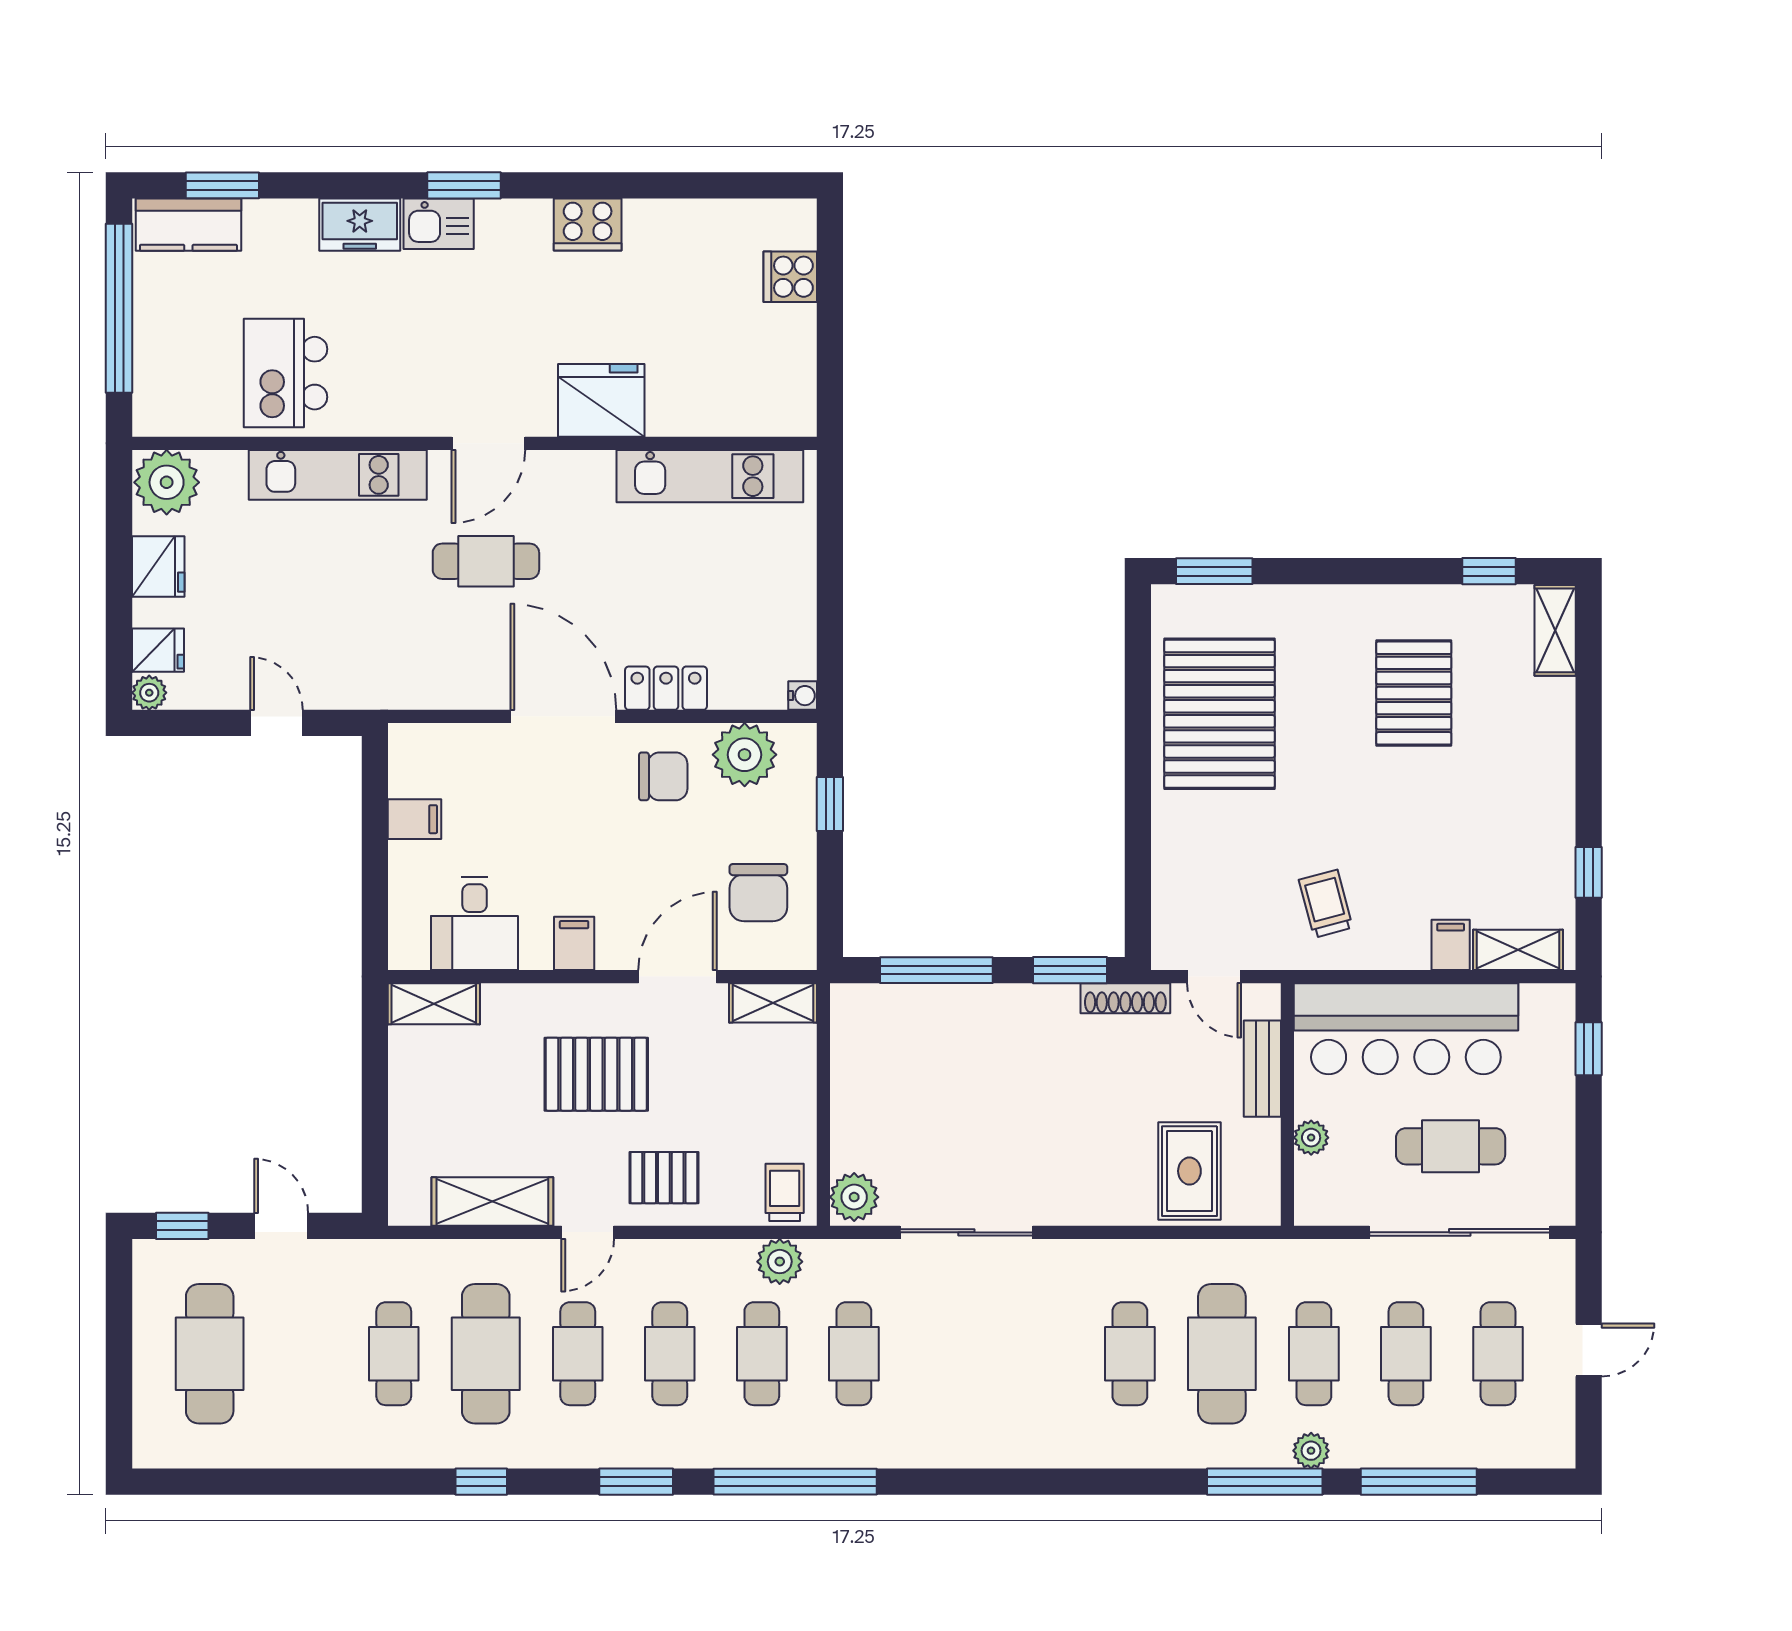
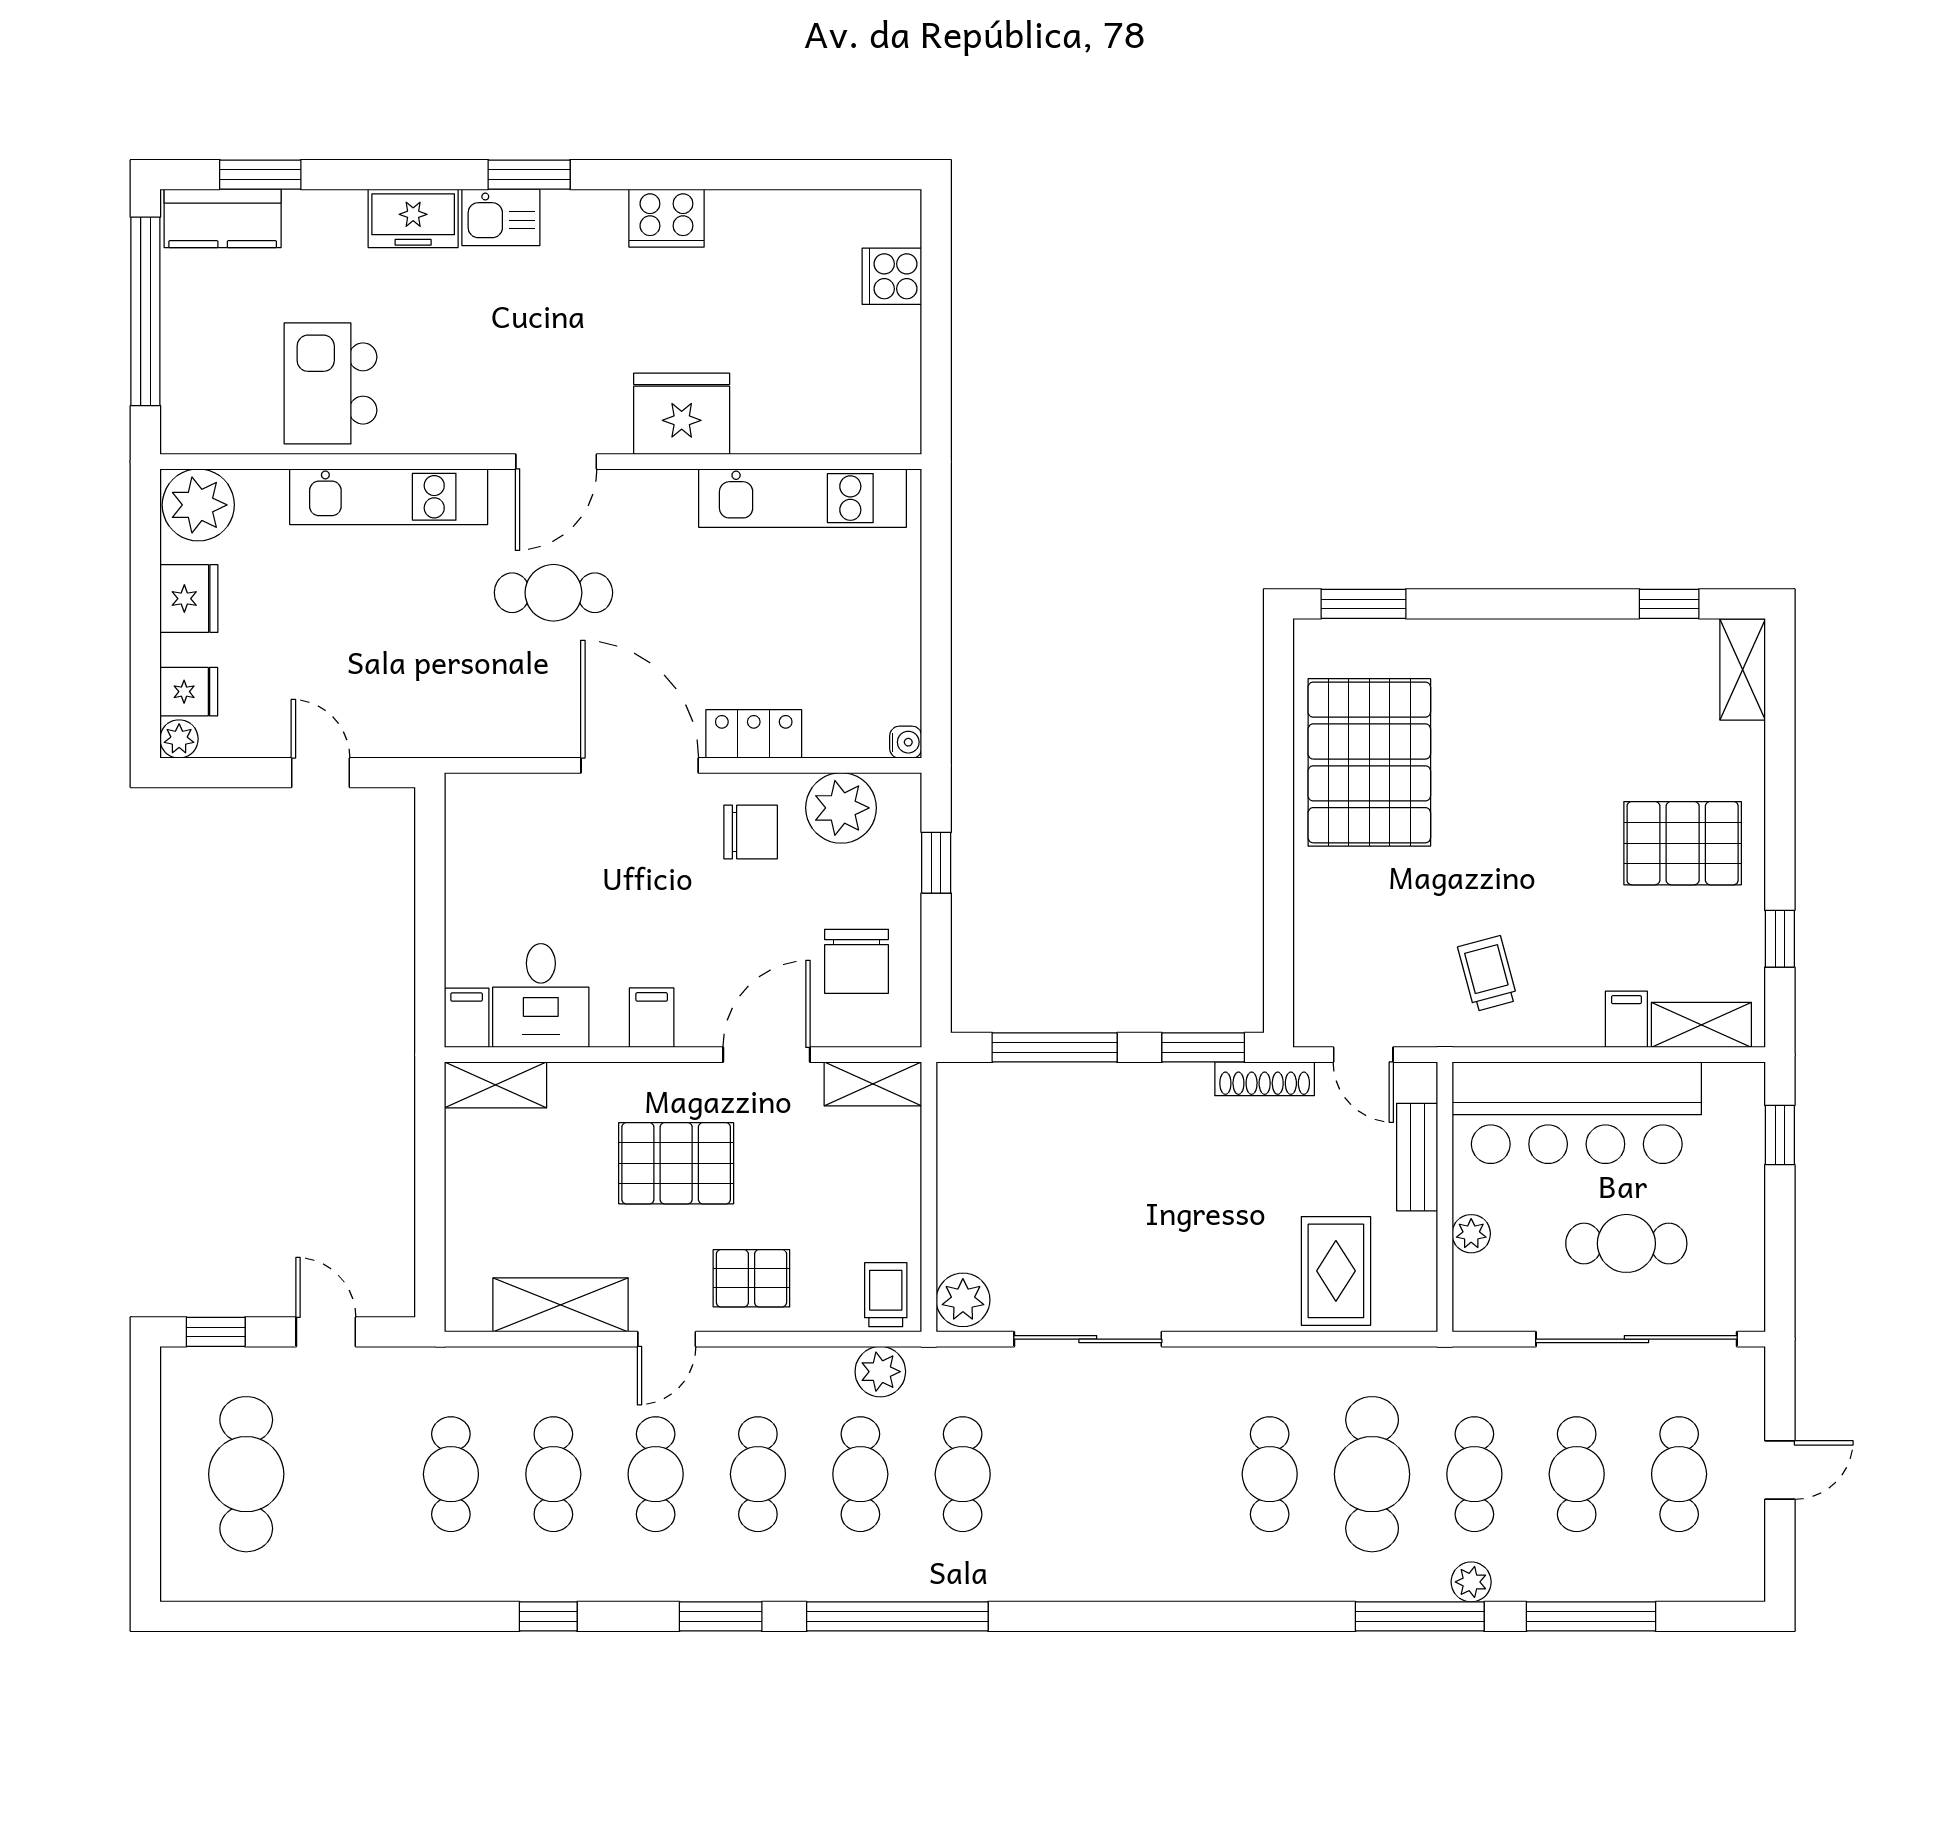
pallet: (1414, 693) -> (1683, 843), moved, turned 90
filing cabinet: (414, 819) -> (467, 1018), moved, turned -90
cafe table: (486, 1354) -> (553, 1474), width x0.73, depth x0.74

